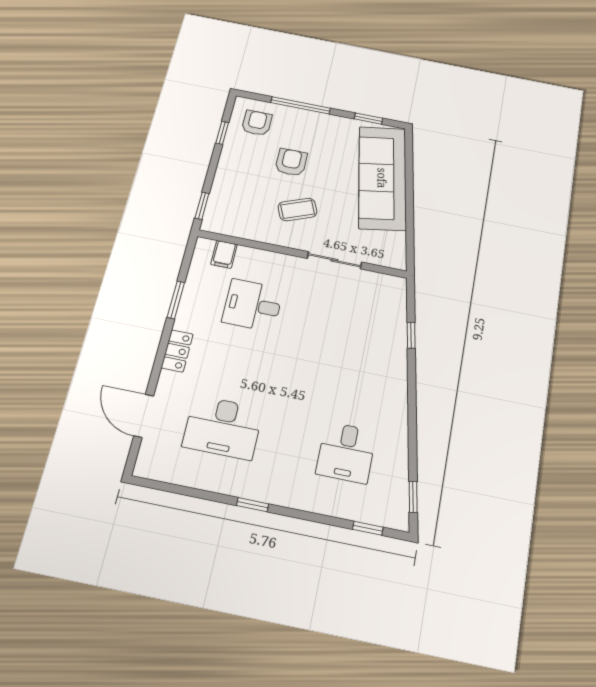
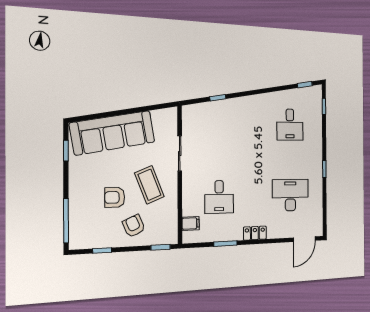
window: (301, 105) -> (66, 221), moved
armchair: (257, 123) -> (134, 226), moved, turned 66
coffee table: (297, 210) -> (149, 185), width x1.36, depth x1.30
door: (144, 416) -> (304, 239), moved
desk: (223, 427) -> (290, 195), turned -90
desk: (346, 452) -> (290, 125), turned 90

